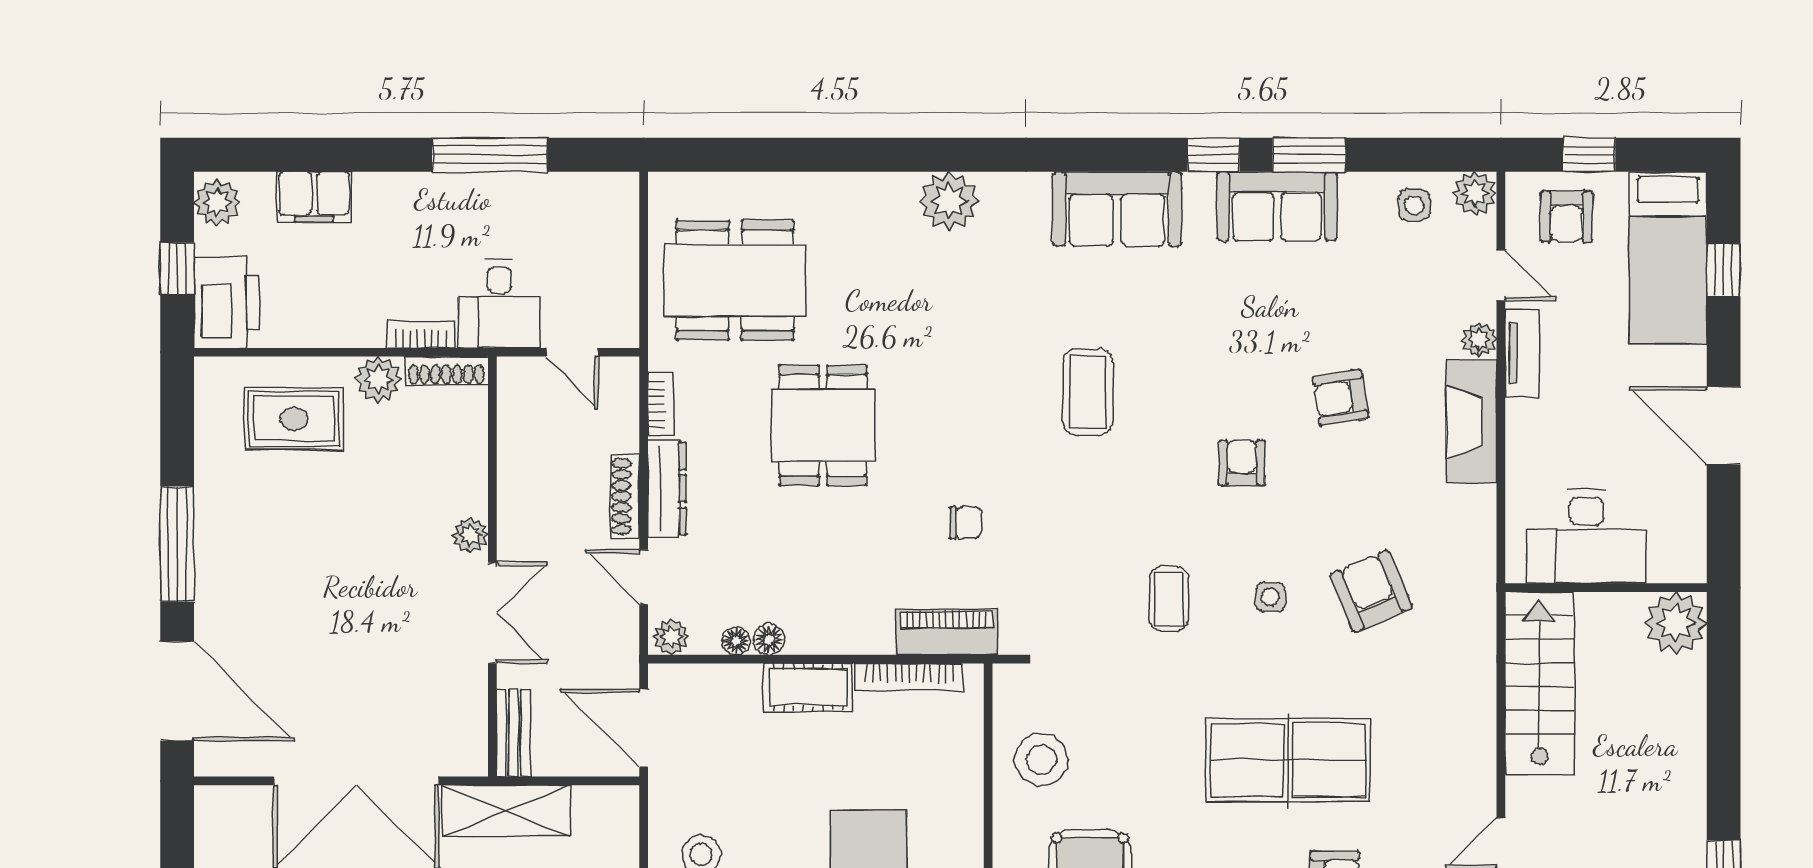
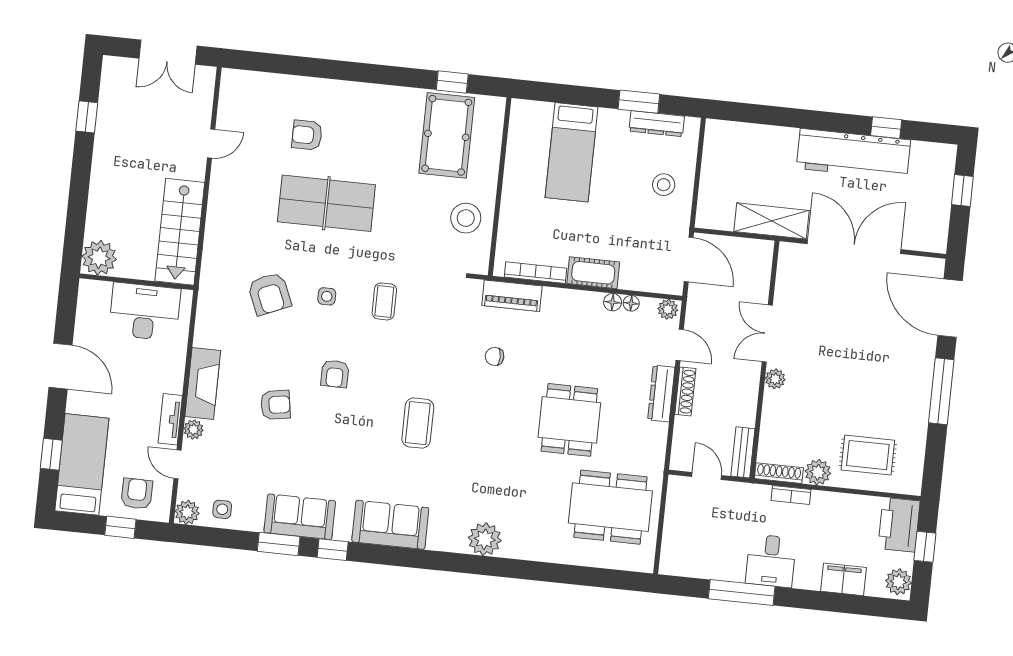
desk: (499, 304) -> (771, 561), moved, turned 180
bookcase: (661, 404) -> (660, 442), removed
bench: (513, 733) -> (743, 452), moved

